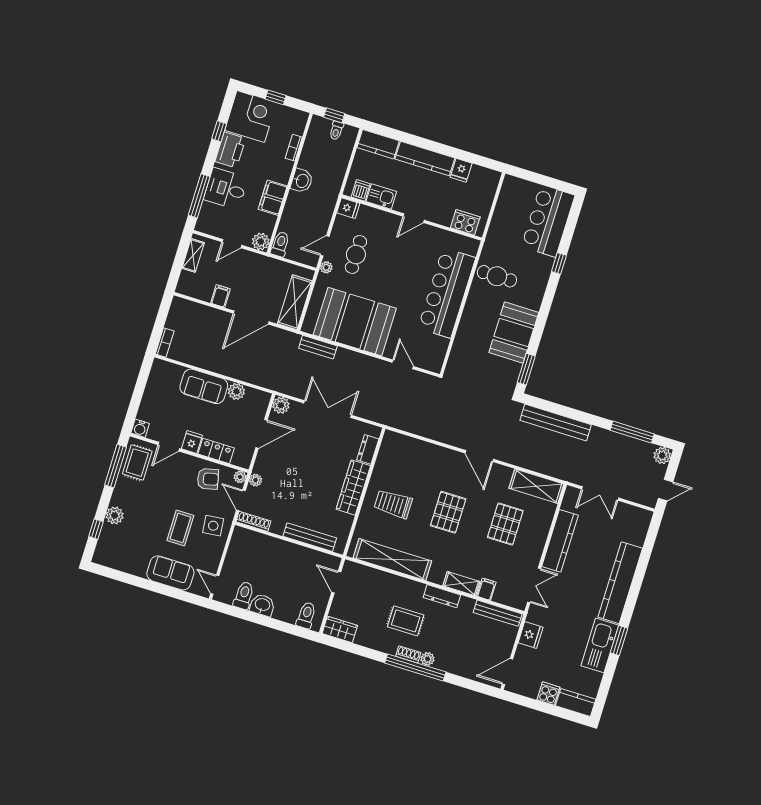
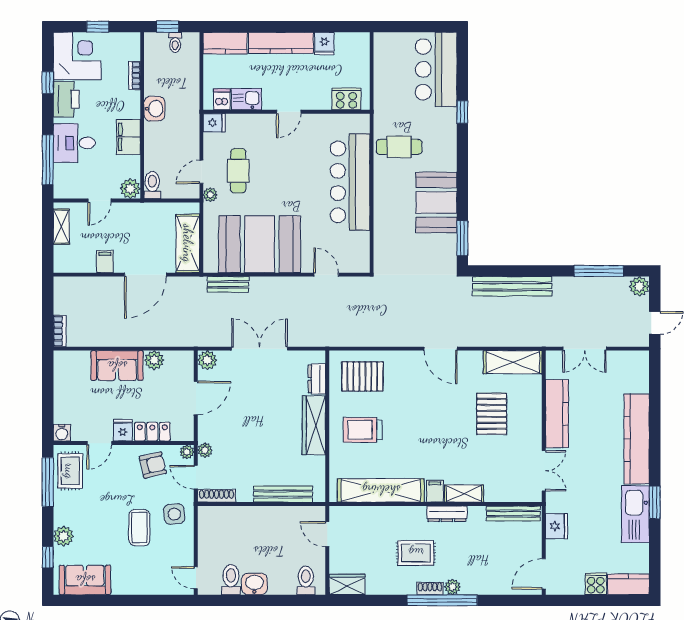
pallet: (448, 512) -> (362, 376), moved, turned 90
sofa: (170, 573) -> (85, 580), moved
filing cabinet: (486, 589) -> (435, 491), moved

